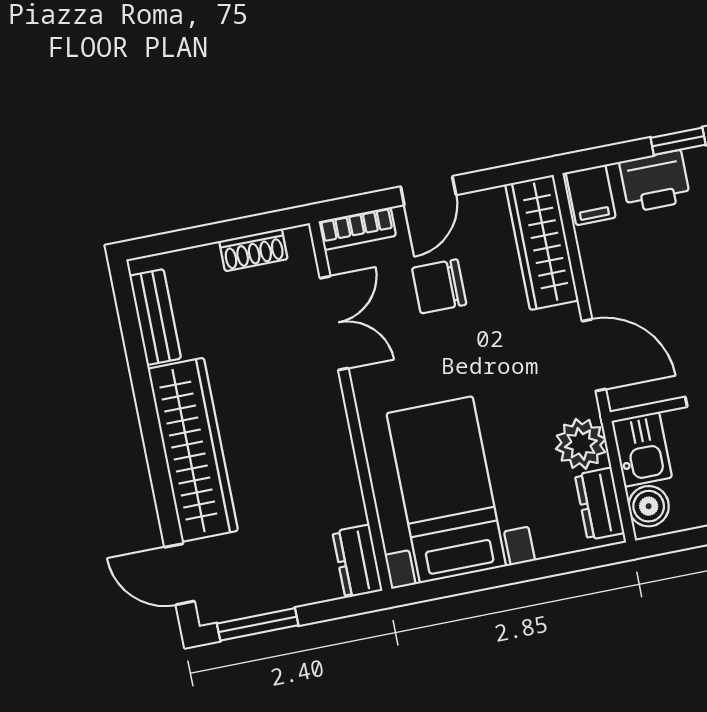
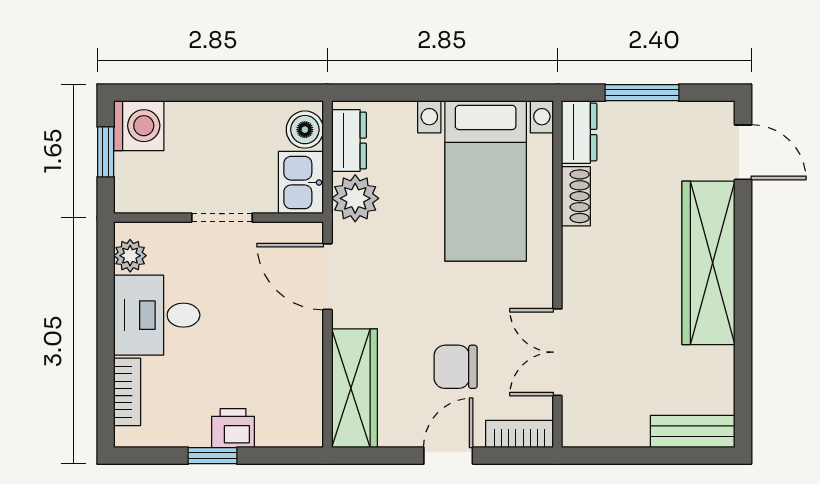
printer: (655, 181) -> (233, 428), width x0.73, depth x0.81
filing cabinet: (591, 195) -> (302, 423), removed
shoe rack: (253, 250) -> (576, 196), moved, turned 90
chair: (439, 286) -> (456, 367), turned 180
bench: (155, 317) -> (693, 431), moved, turned 90
window: (258, 624) -> (642, 93), moved

